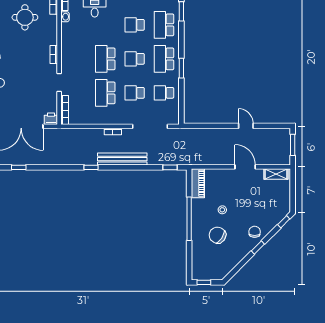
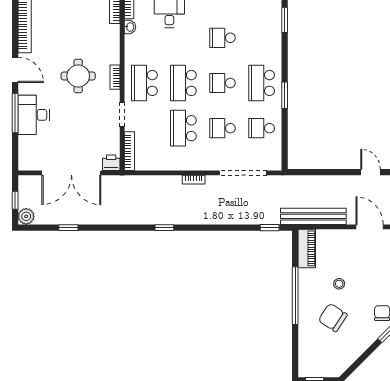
round table: (25, 17) -> (78, 76), moved
school desk: (164, 25) -> (144, 83), moved
bench: (122, 159) -> (313, 216), moved

